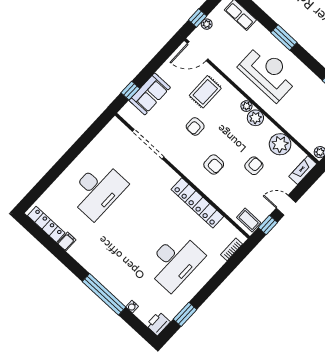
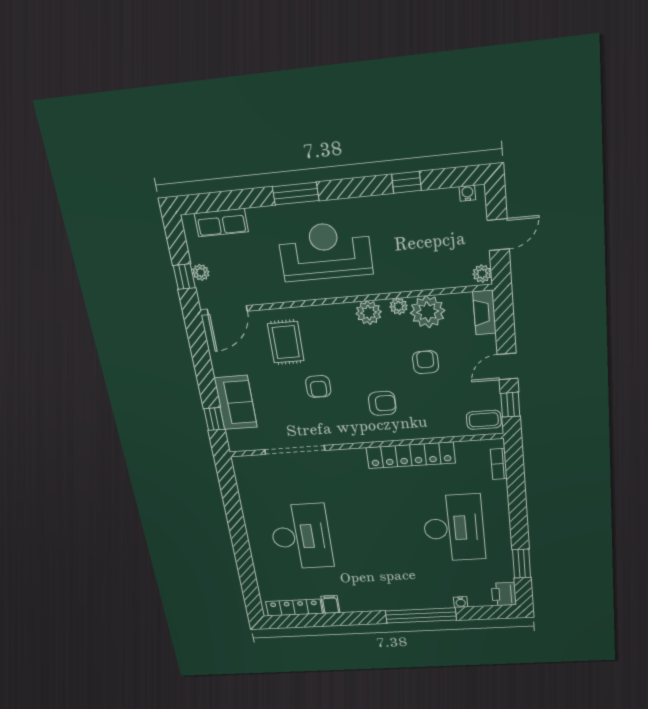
plant: (246, 106) -> (399, 306), moved

